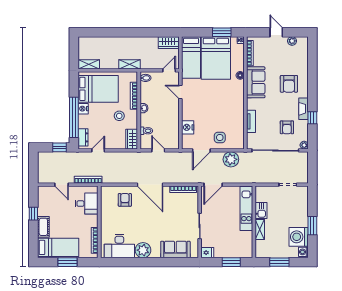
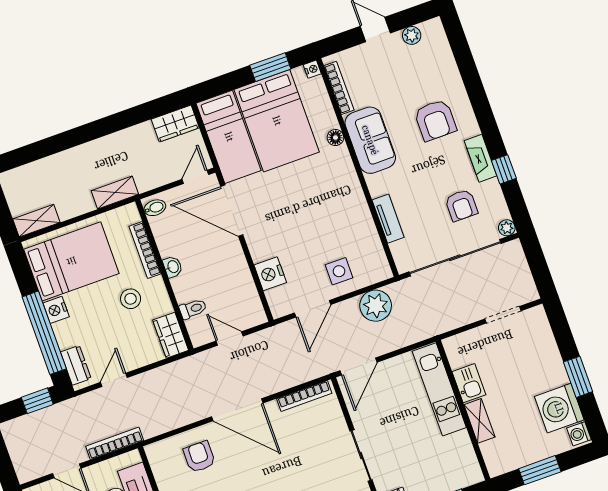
door: (180, 92) -> (232, 211), width x1.88

